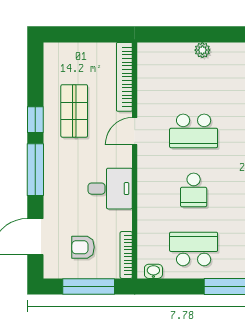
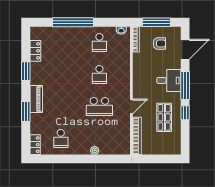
school desk: (194, 131) -> (99, 107), turned 180
desk: (110, 189) -> (169, 80), moved, turned 180
school desk: (194, 190) -> (99, 75), turned 180
school desk: (194, 249) -> (99, 43), width x0.54

